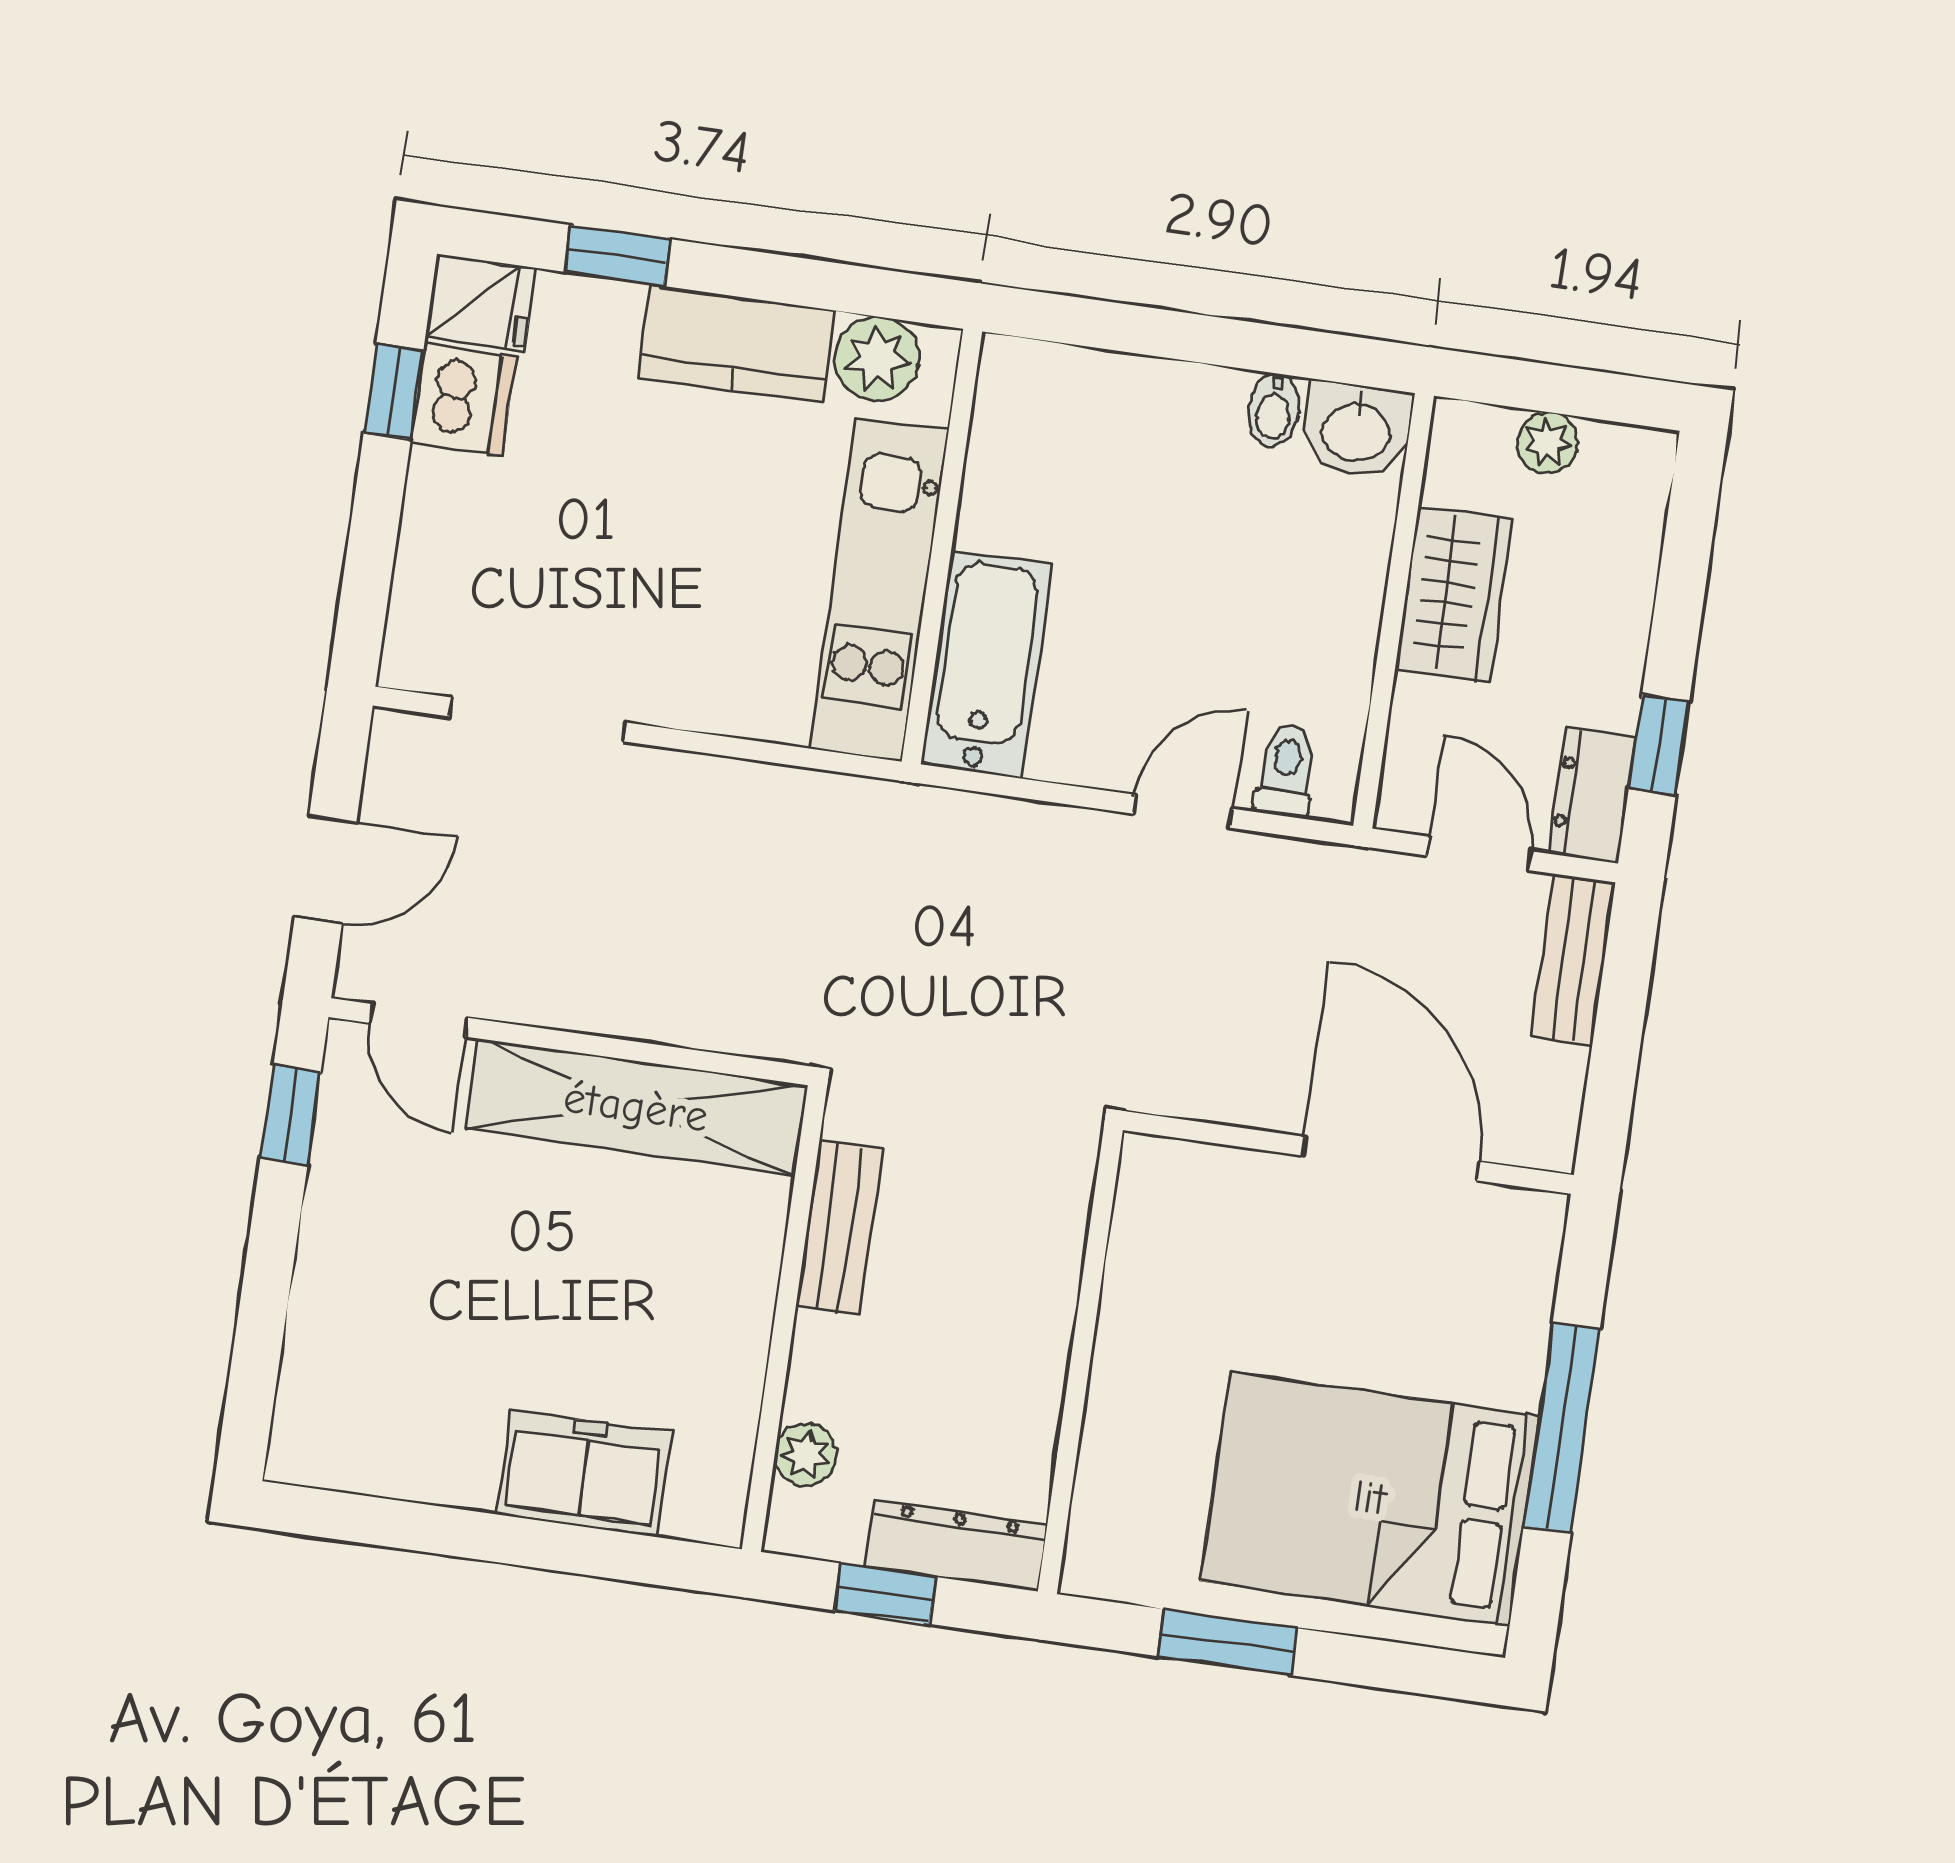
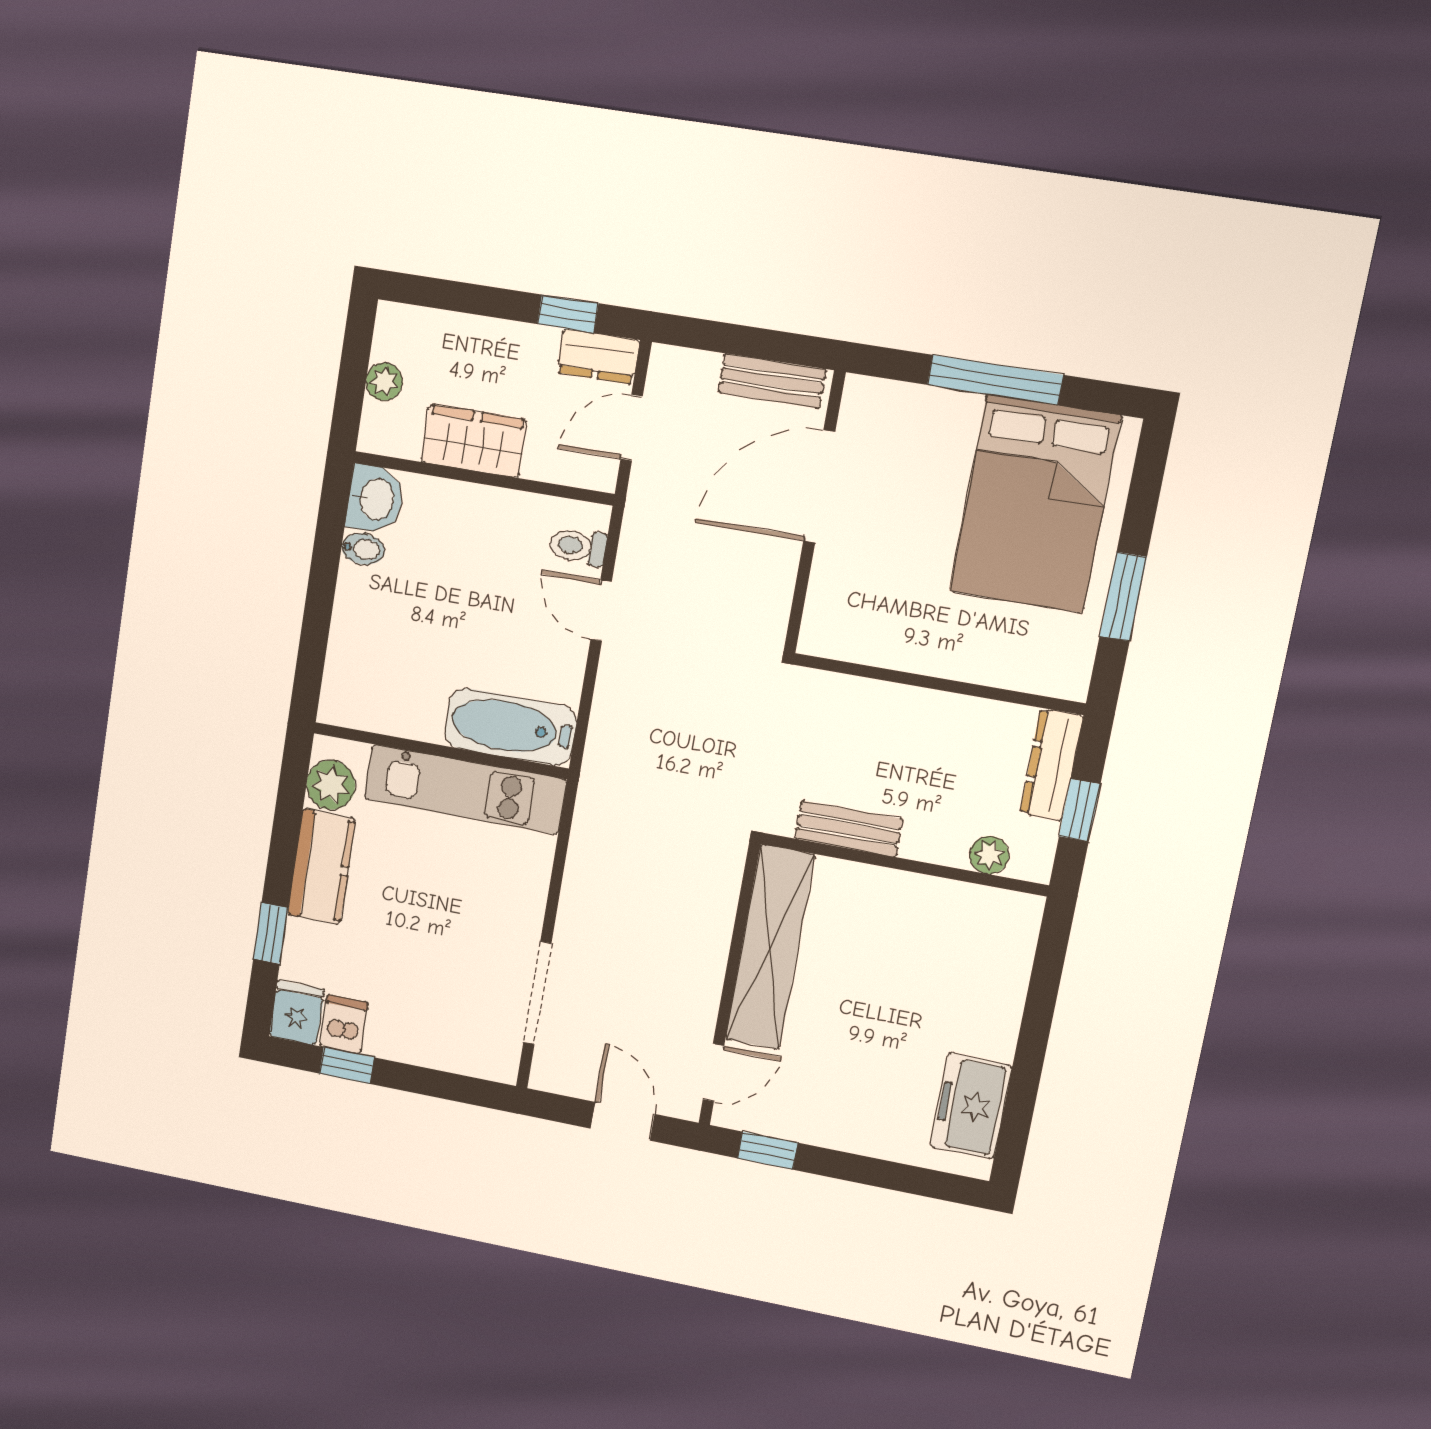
dishwasher: (463, 399) -> (344, 1024), width x0.73
bench: (1573, 959) -> (772, 381), moved
freezer: (584, 1474) -> (971, 1106), moved

